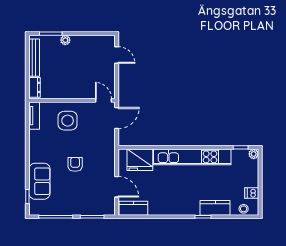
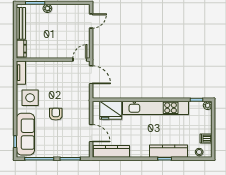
door: (117, 55) -> (91, 21), hinge flipped
door: (103, 100) -> (80, 60), hinge flipped
door: (117, 118) -> (91, 75), hinge flipped
side table: (68, 121) -> (30, 98), moved
sofa: (39, 181) -> (25, 134), width x1.36
kitchen counter: (133, 208) -> (111, 151), width x1.50
kitchen counter: (215, 208) -> (169, 151), width x1.50

